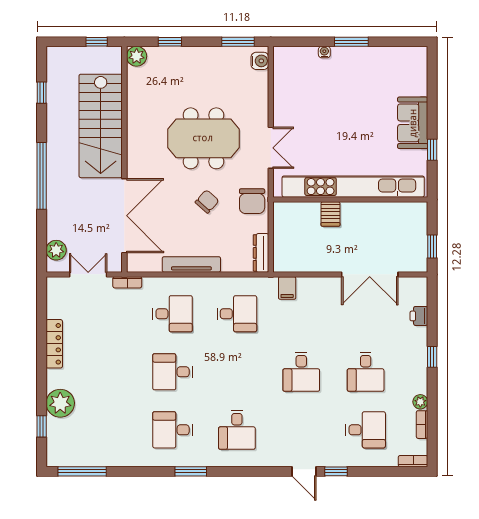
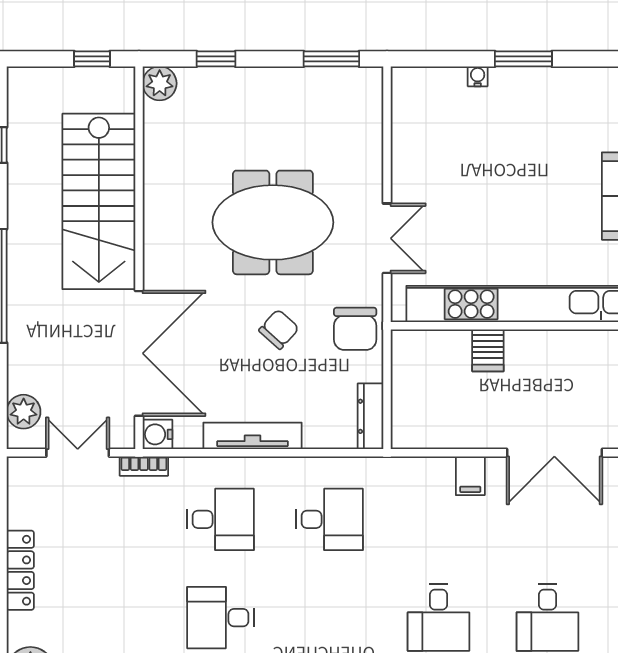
water cooler: (260, 61) -> (157, 434), moved, turned 180
filing cabinet: (287, 288) -> (470, 476), moved

